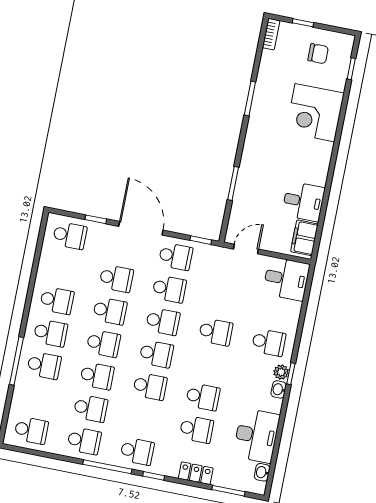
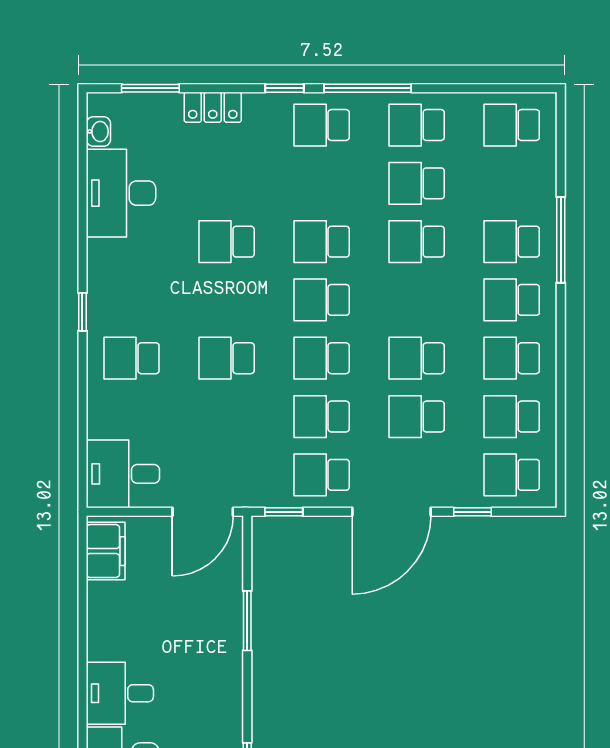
desk: (303, 201) -> (120, 693), moved
door: (141, 228) -> (391, 512), hinge flipped
door: (246, 249) -> (203, 512), width x1.38
school desk: (103, 343) -> (512, 417), moved
plant: (281, 372) -> (100, 311), removed
washbasin: (279, 389) -> (98, 280), removed
school desk: (196, 429) -> (227, 183), removed

